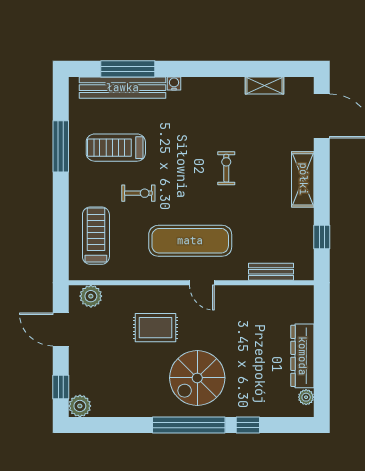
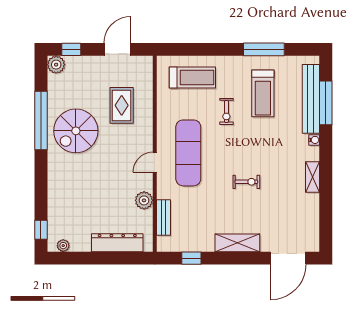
shelving: (265, 85) -> (313, 177), moved
treadmill: (116, 148) -> (263, 93), turned 180
plant: (91, 296) -> (144, 200), moved
rug: (155, 328) -> (122, 105), moved
dresser: (302, 356) -> (117, 243), moved
spiral stairs: (197, 378) -> (76, 131), moved, turned -90
window: (189, 425) -> (41, 120), moved
window: (248, 425) -> (41, 230), moved

